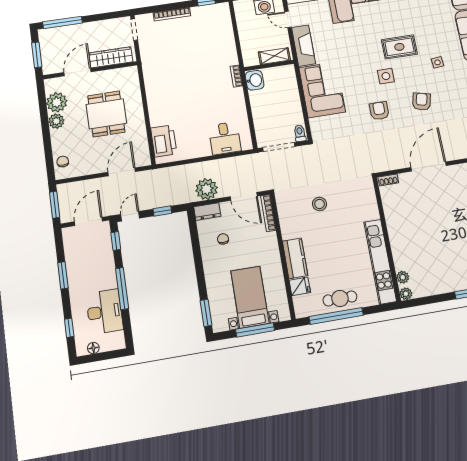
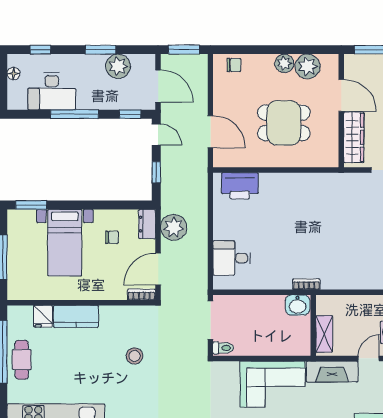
bookcase: (268, 213) -> (141, 294), width x0.64
plant: (76, 258) -> (118, 66), added
bed with nightstands: (250, 297) -> (65, 243), moved, turned 90

